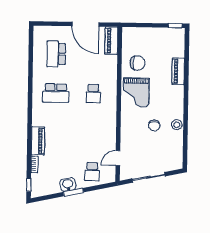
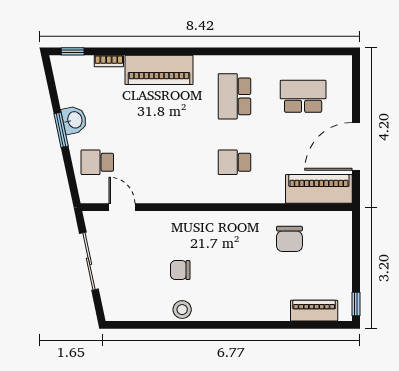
piano: (111, 41) -> (319, 189), width x1.37, depth x1.33
piano: (178, 71) -> (314, 311), moved
grand piano: (136, 93) -> (237, 237), removed
piano: (38, 141) -> (159, 70), width x1.37, depth x1.33

